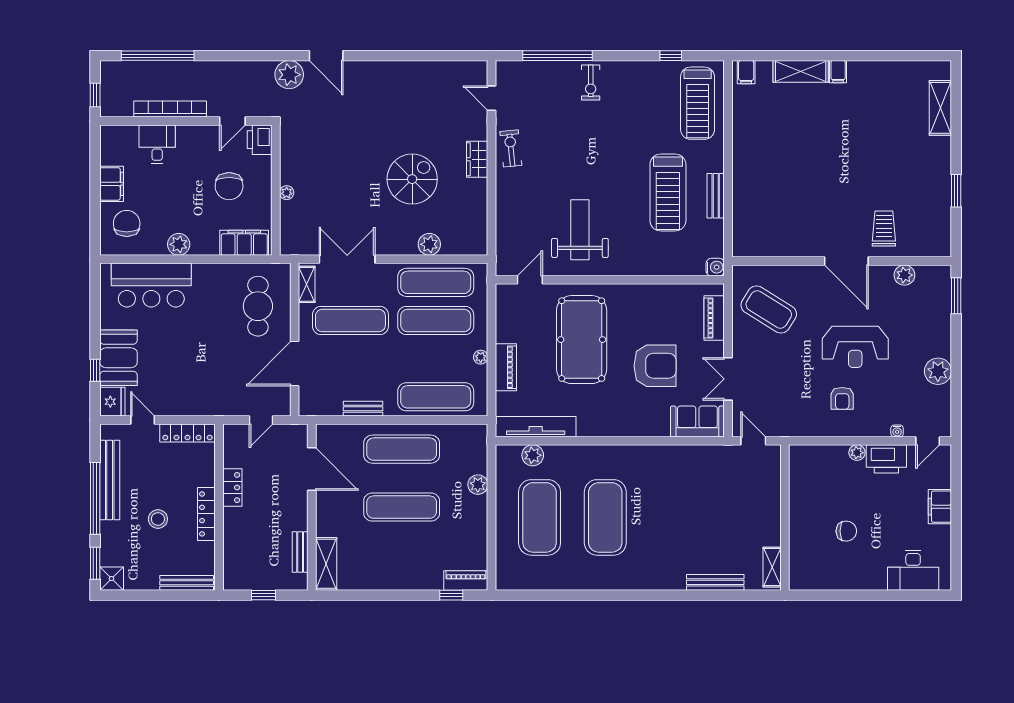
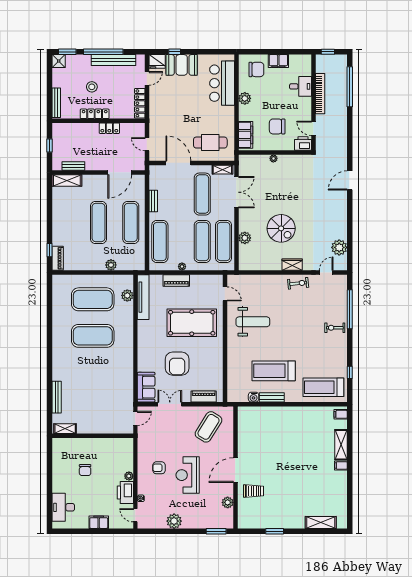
plant: (289, 75) -> (339, 247), moved
water cooler: (715, 267) -> (254, 397), moved

